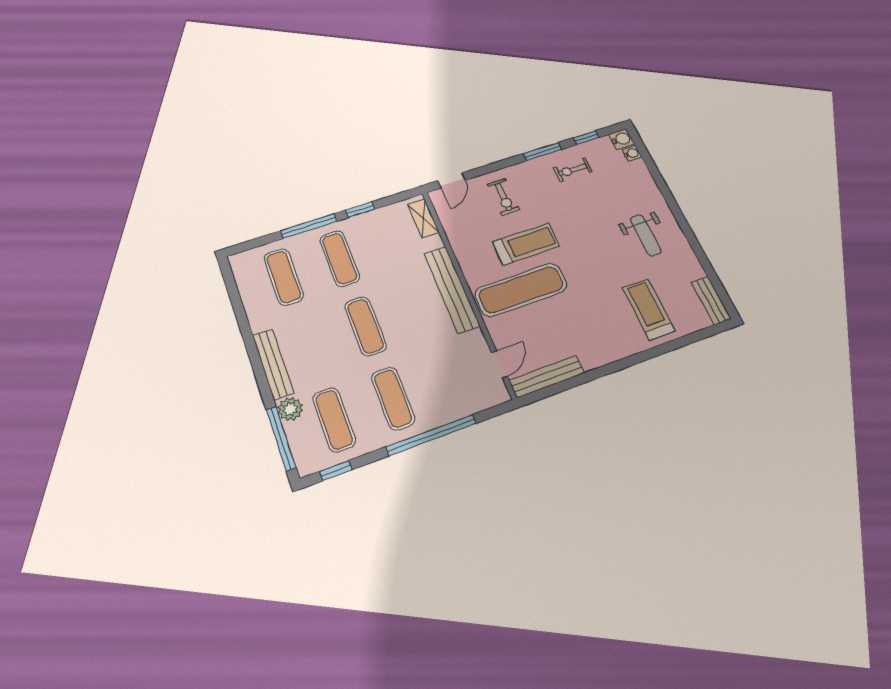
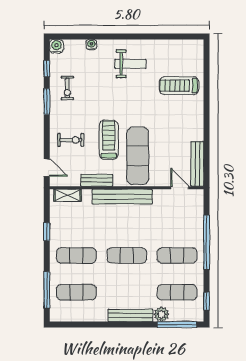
water cooler: (632, 153) -> (91, 45), moved
window: (309, 226) -> (47, 290), moved
bench: (711, 301) -> (97, 180), moved

